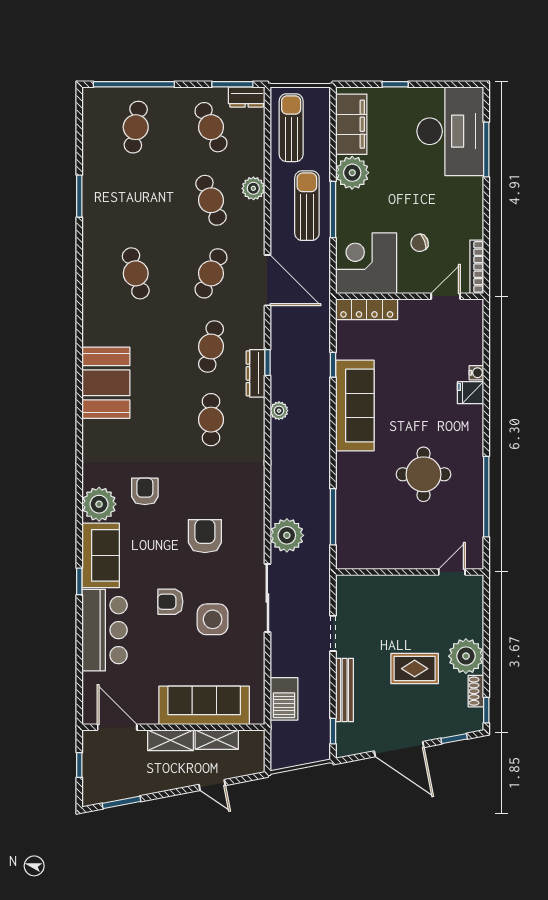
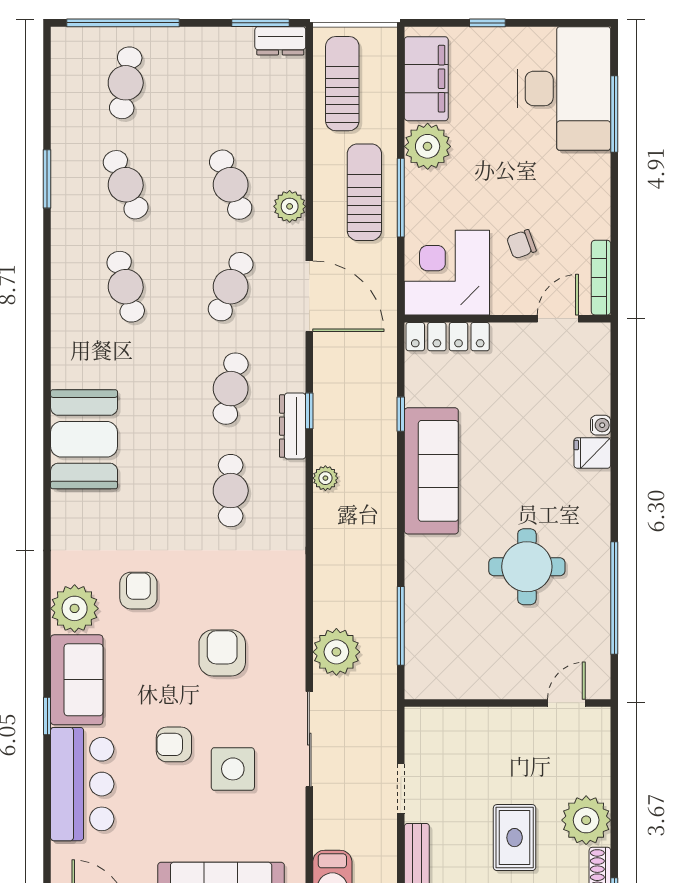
cafe table: (211, 127) -> (126, 185), moved
plant: (253, 188) -> (290, 206), moved
rug: (415, 669) -> (515, 838), turned 90

